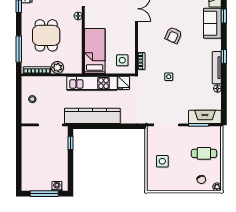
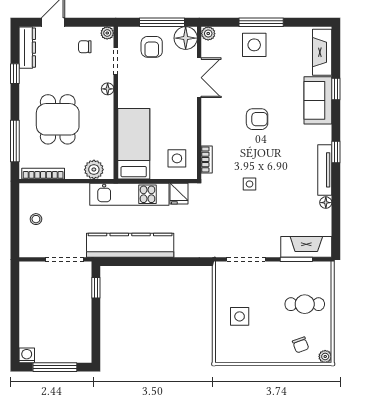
armchair: (173, 35) -> (257, 119), turned -114
plant: (57, 67) -> (94, 169), moved
washing machine: (57, 186) -> (27, 355), moved

